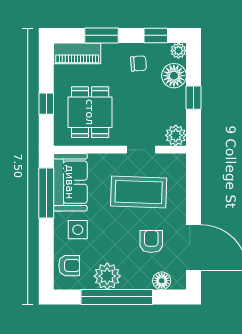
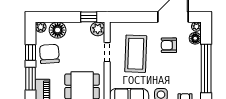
window: (156, 35) -> (31, 53), moved
chair: (138, 64) -> (49, 54), width x1.87, depth x1.87
window: (194, 98) -> (89, 17), moved
plant: (107, 276) -> (196, 27), moved, width x0.53, depth x0.53

